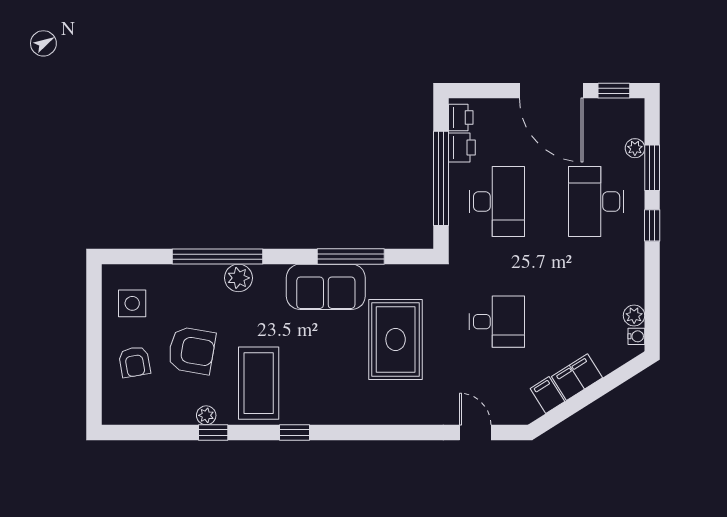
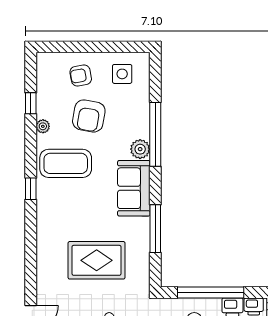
sofa: (326, 287) -> (134, 188), moved
window: (213, 433) -> (31, 103), moved

